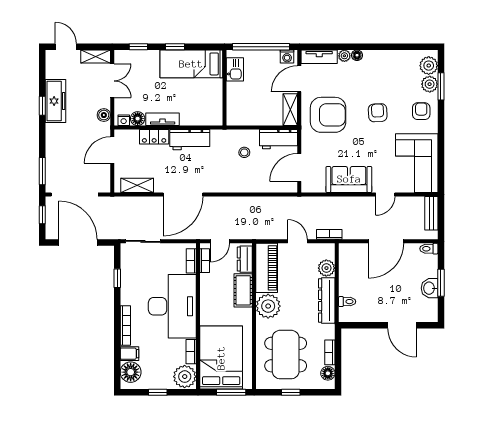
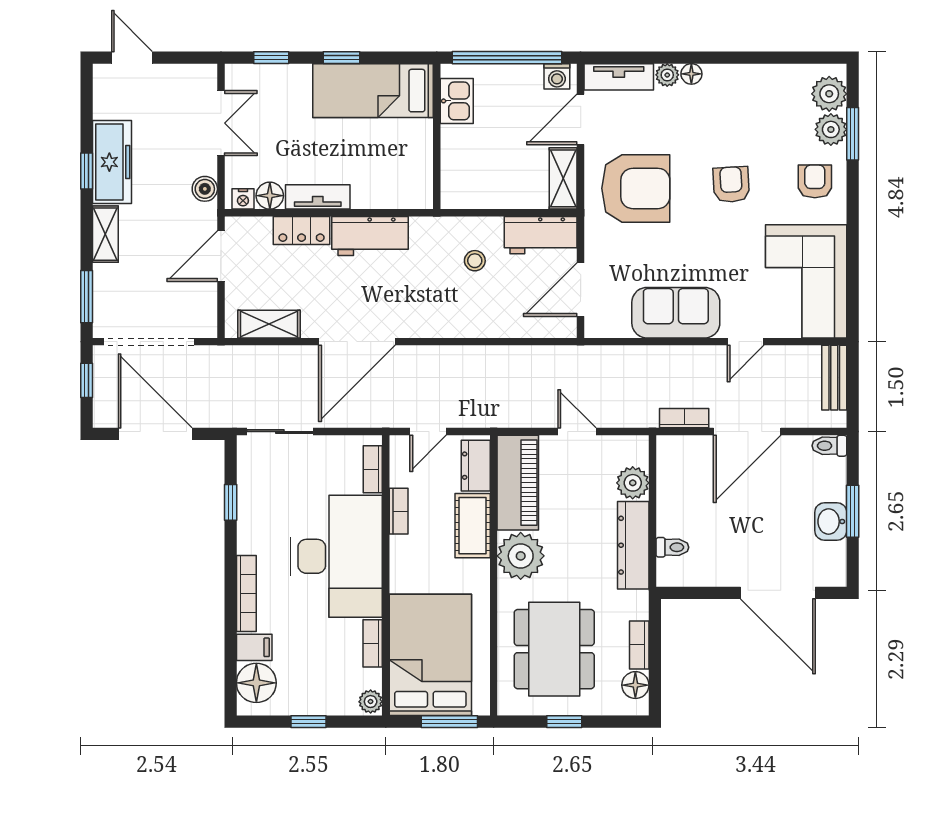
shelving: (96, 56) -> (105, 234), moved, turned 90
bookcase: (329, 234) -> (684, 418), moved
bookcase: (205, 261) -> (399, 511), moved
door: (402, 325) -> (778, 593), width x1.36
plant: (185, 377) -> (371, 702), width x0.53, depth x0.53

